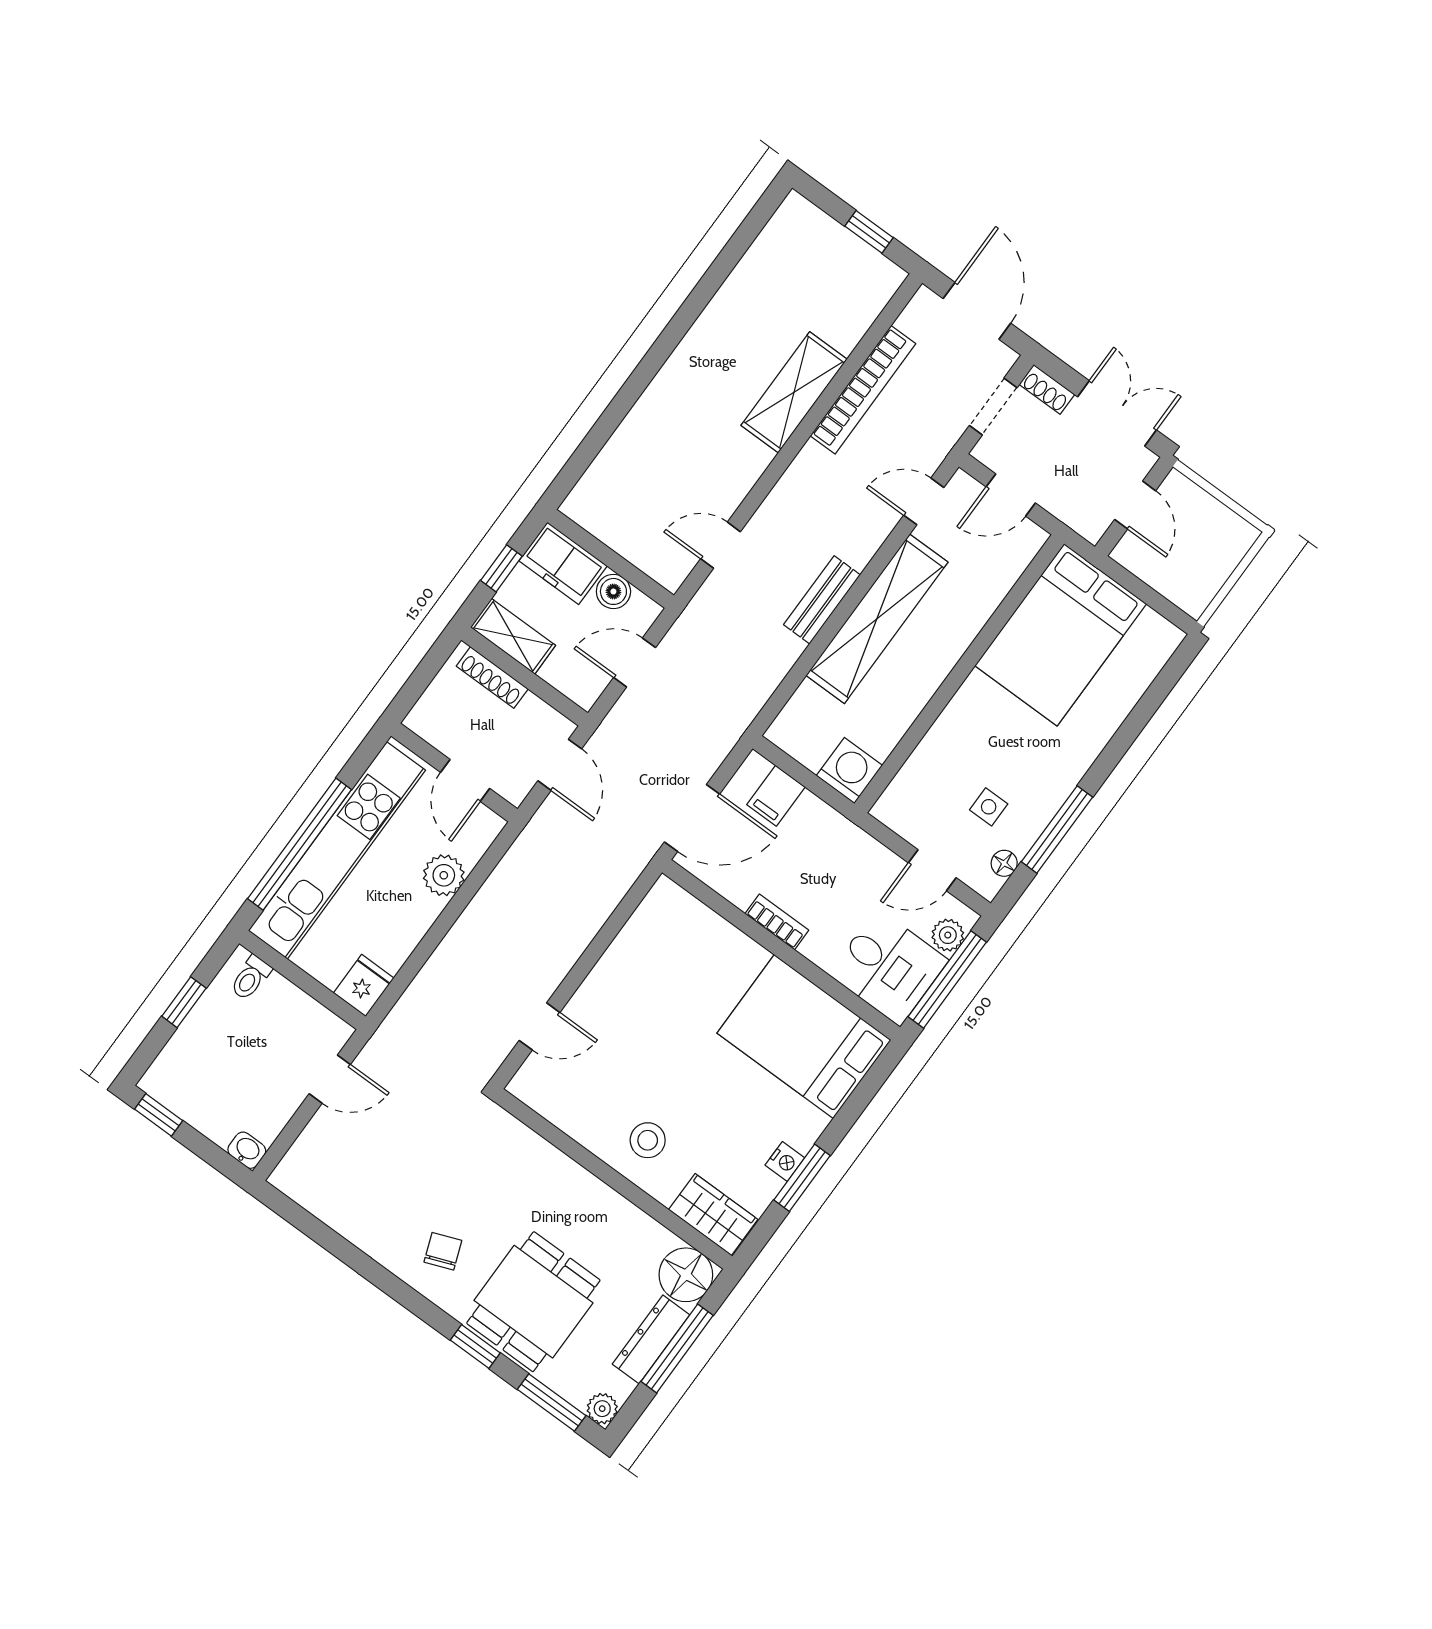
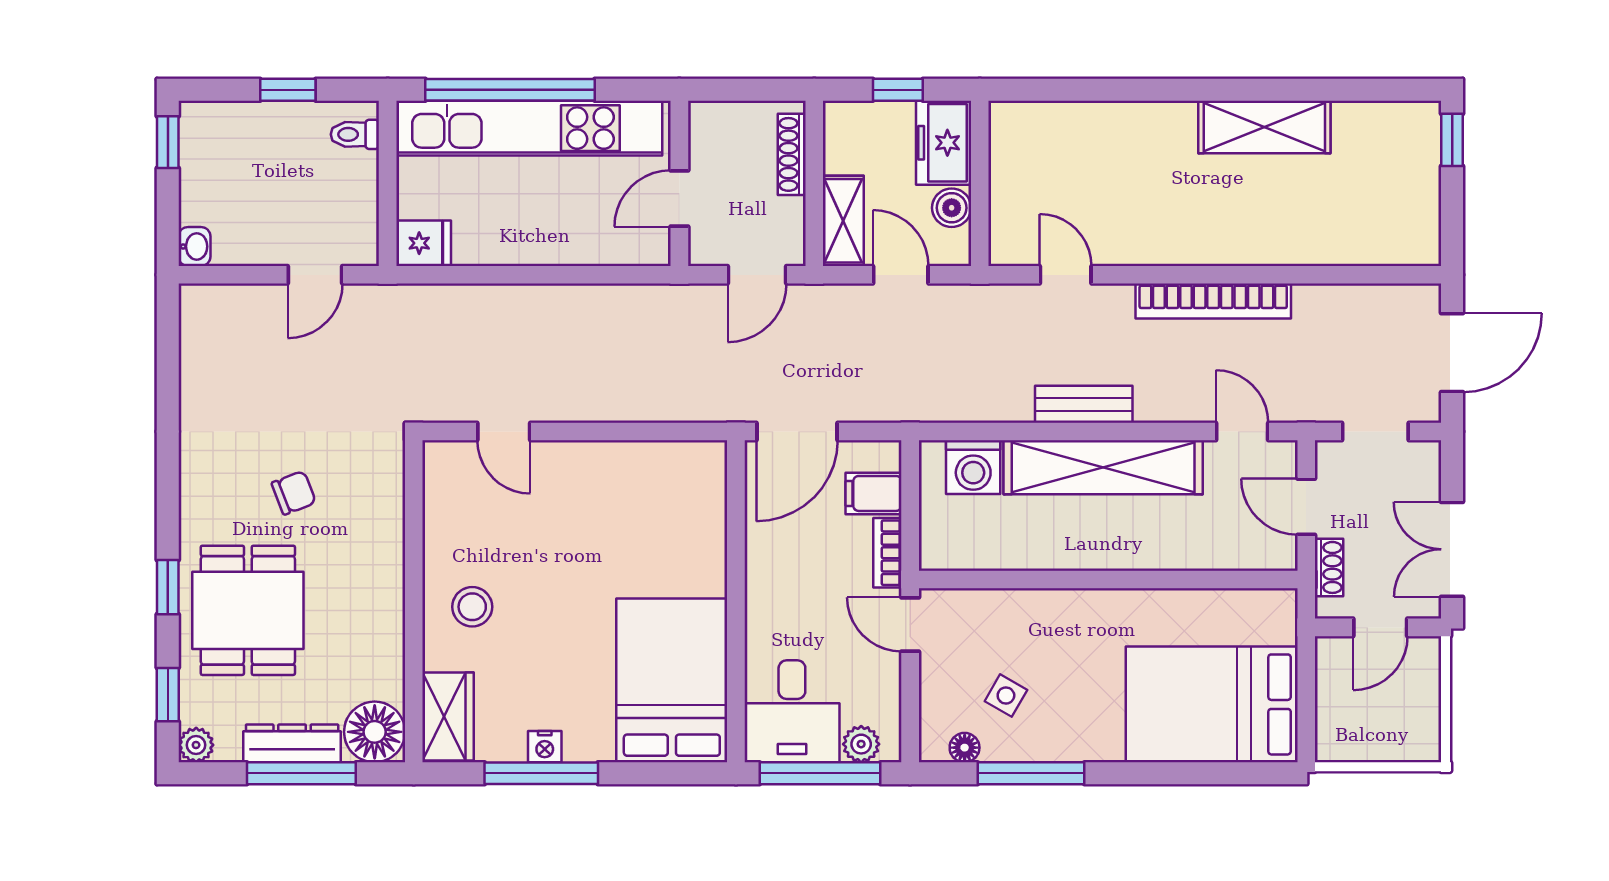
window: (869, 232) -> (1452, 140), moved
shoe rack: (1047, 389) -> (1329, 567), moved, turned 180
bookcase: (863, 390) -> (1213, 301), moved
shelving: (794, 392) -> (1264, 127), moved
double door: (1117, 413) -> (1452, 549), swing flipped
bed: (1061, 635) -> (1212, 704), moved
shelving: (513, 636) -> (843, 221), moved
washing machine: (849, 771) -> (973, 467), moved, turned 90
side table: (989, 807) -> (1006, 696), turned 30
door: (692, 818) -> (797, 431), hinge flipped
door: (932, 870) -> (910, 624), moved
plant: (444, 875) -> (578, 243), removed
bookcase: (777, 922) -> (887, 553), moved, turned 180
door: (330, 1079) -> (315, 275), hinge flipped
window: (802, 1178) -> (541, 773), width x1.44
chair: (443, 1251) -> (294, 493), moved
dining table: (533, 1302) -> (248, 610), turned 90
window: (552, 1402) -> (168, 695), width x0.67

